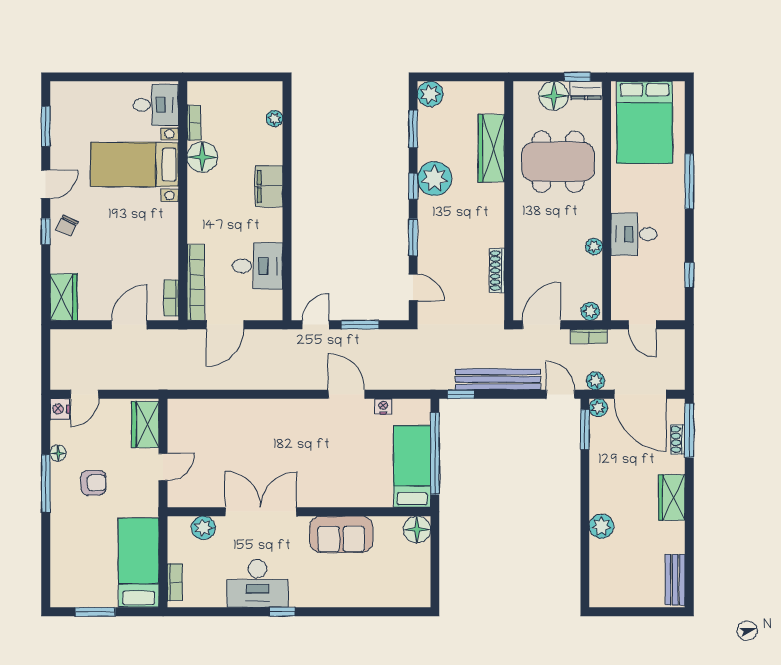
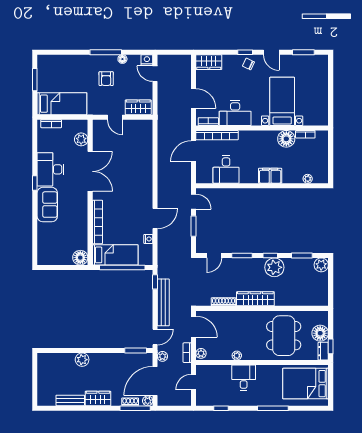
desk: (156, 105) -> (235, 113), moved, width x1.37
wardrobe: (491, 148) -> (255, 299), moved
door: (225, 325) -> (194, 151), hinge flipped
plant: (598, 408) -> (148, 401), moved
bookcase: (353, 498) -> (97, 222), added
sofa: (341, 534) -> (47, 205), moved, turned 180
bench: (675, 580) -> (70, 400), moved

